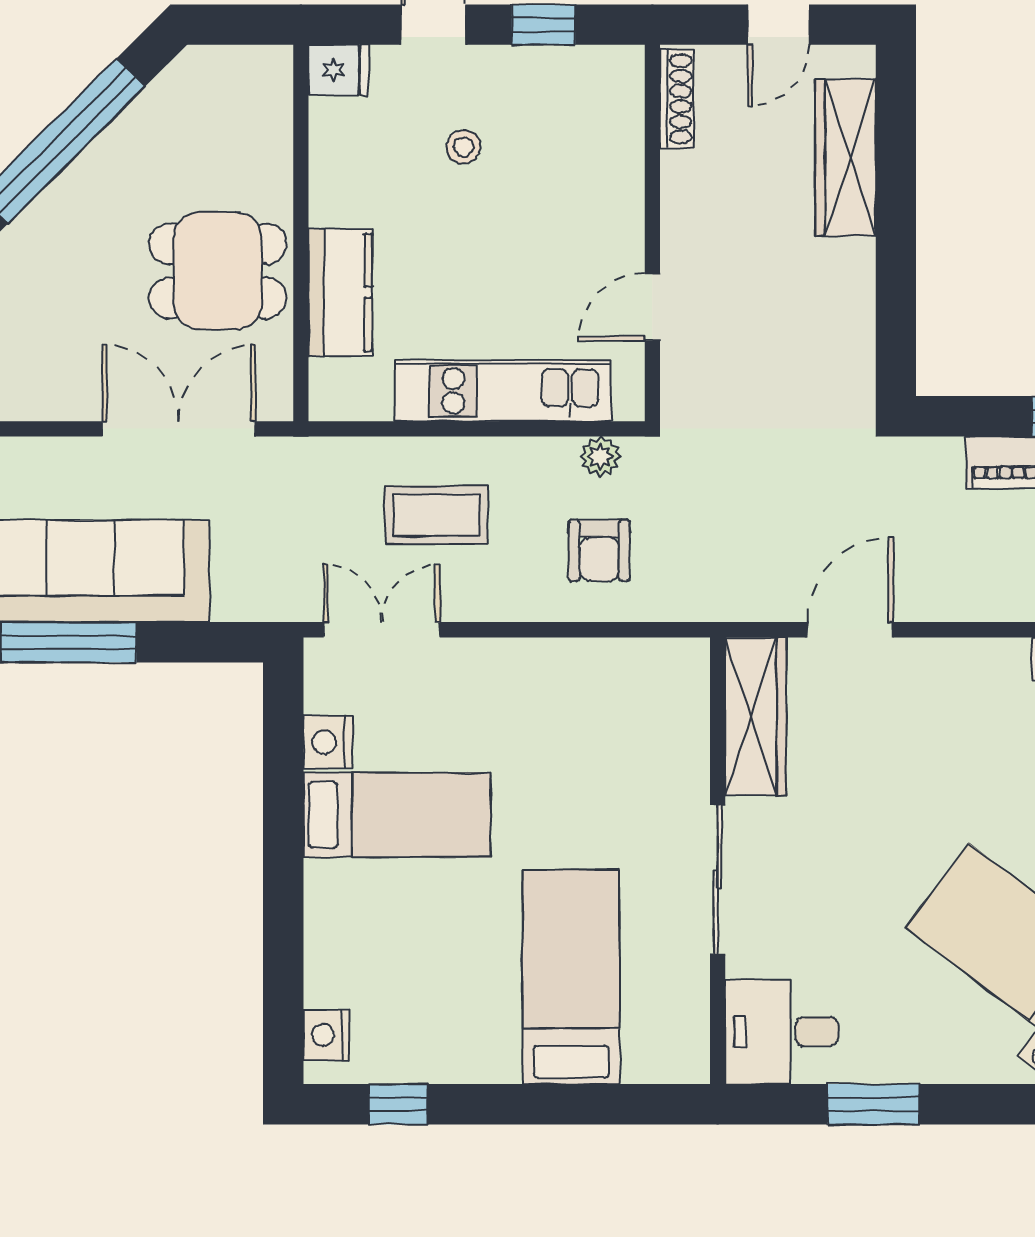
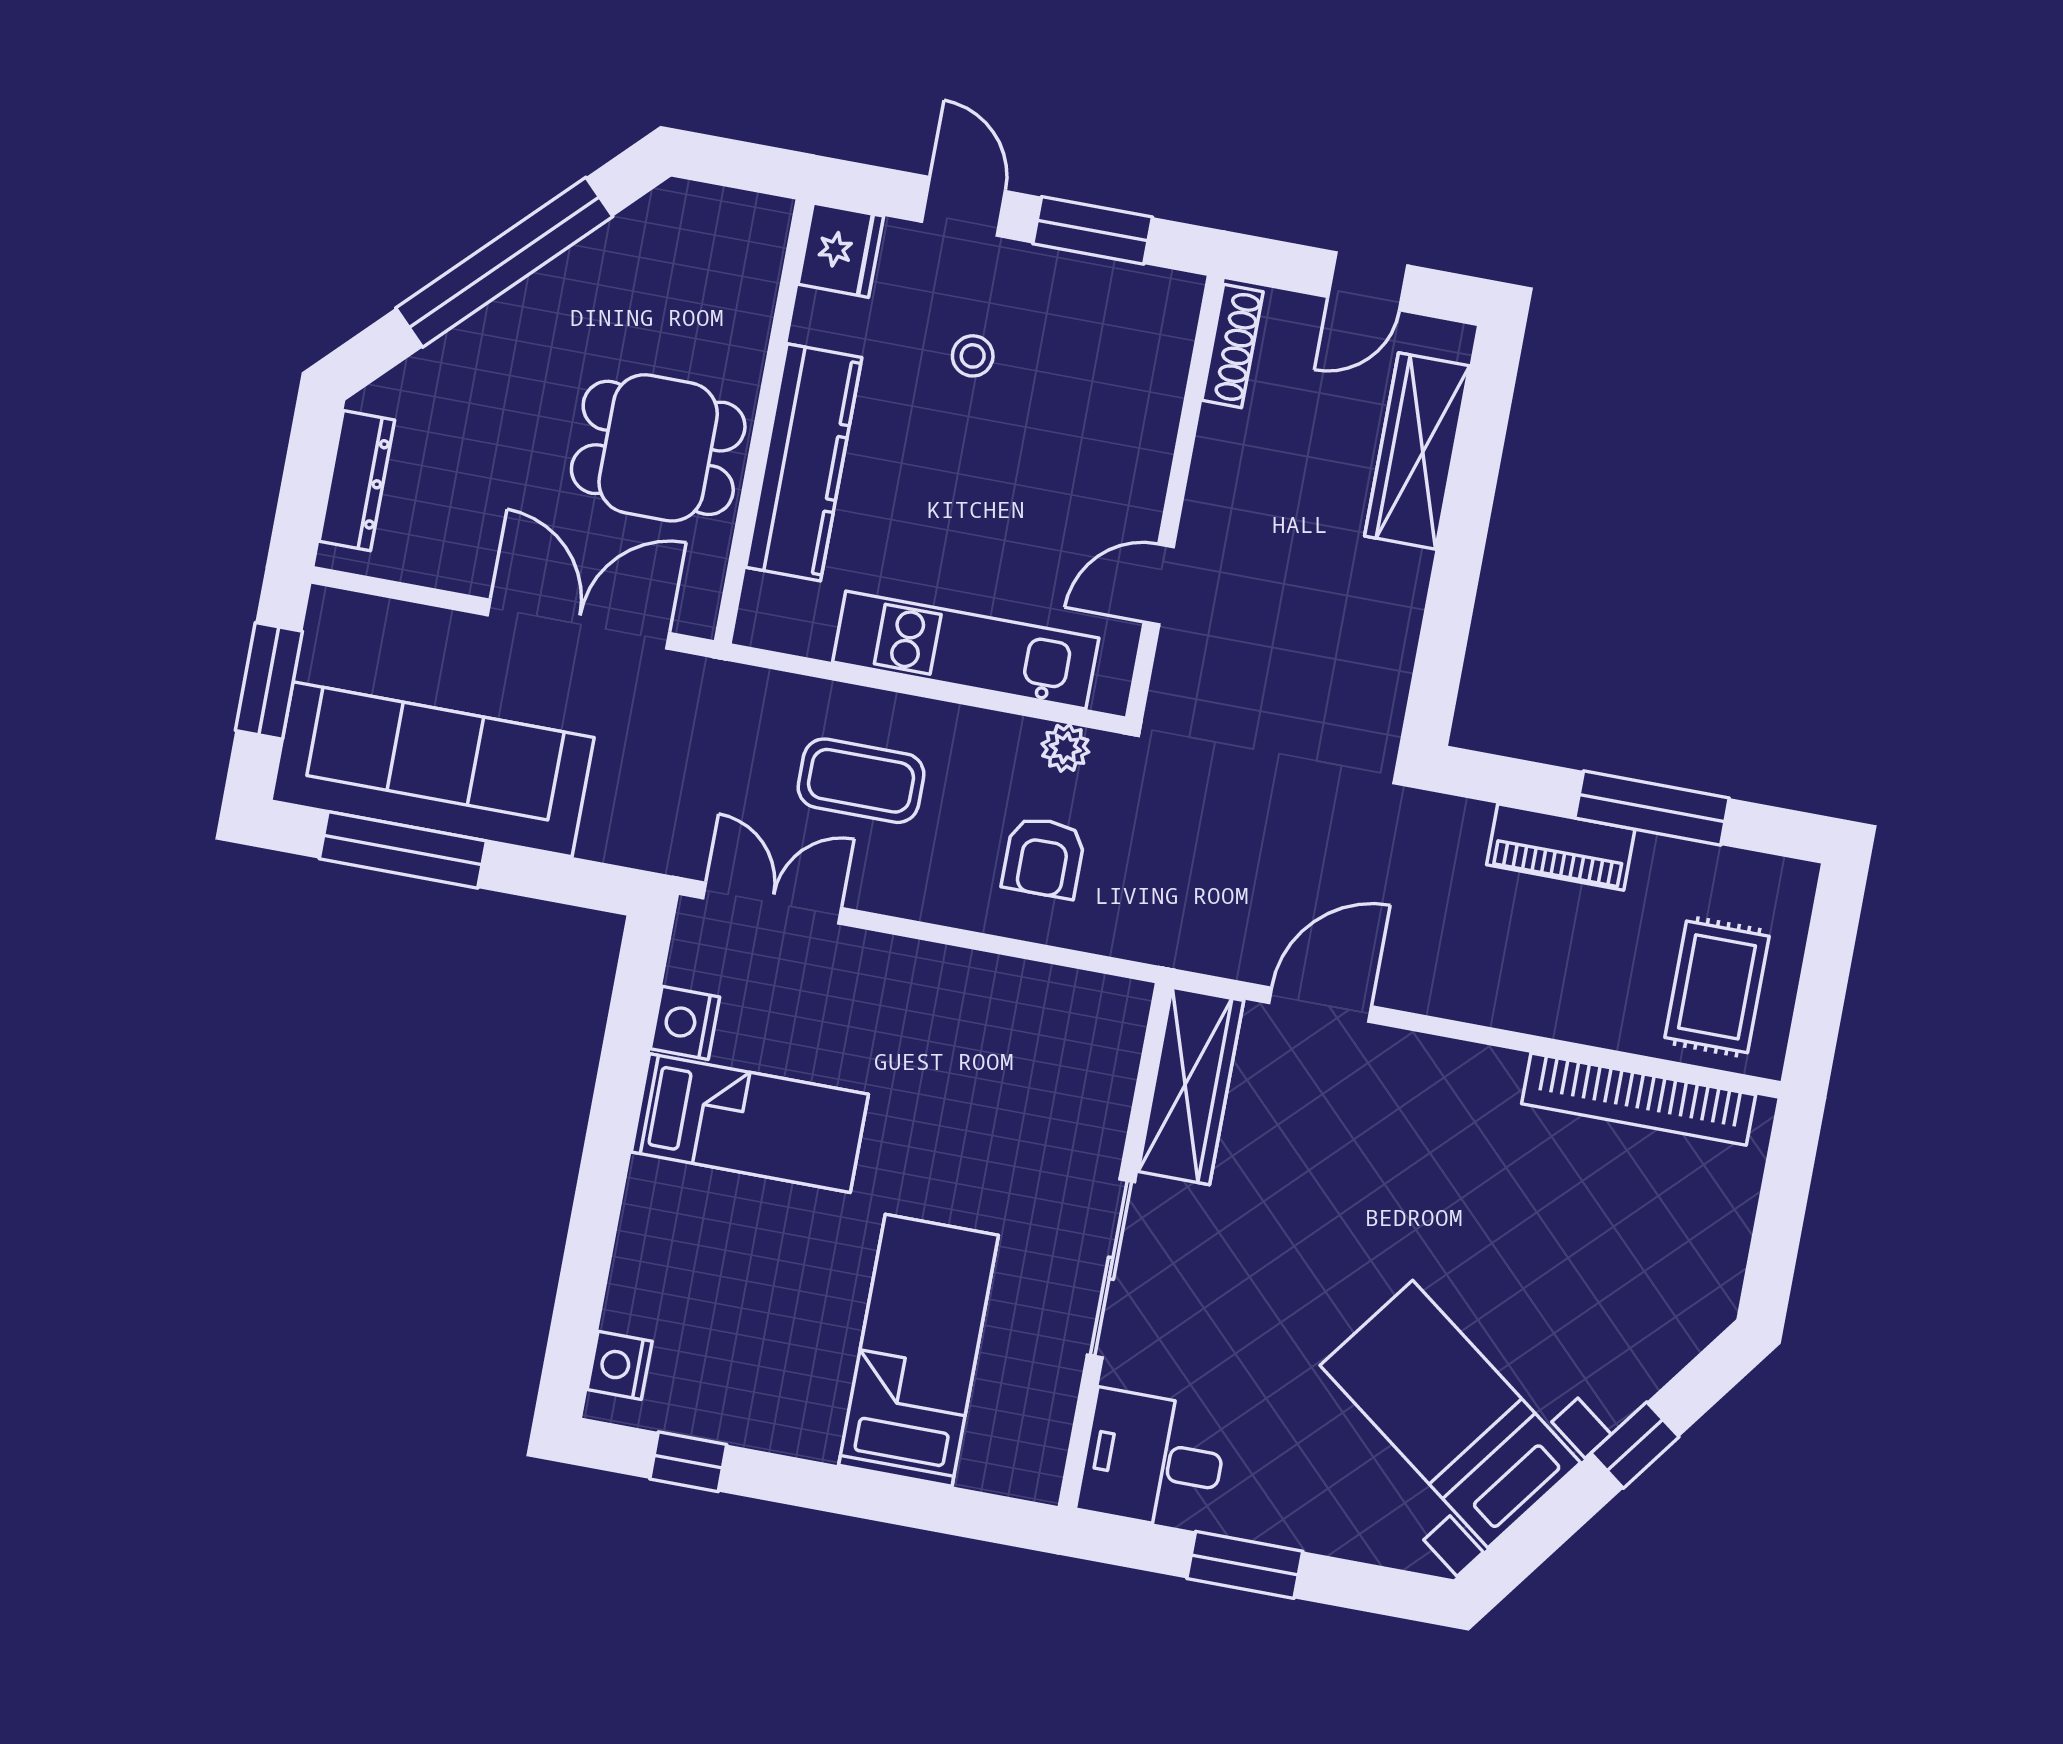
window: (543, 25) -> (1093, 230), width x1.50
fridge: (338, 70) -> (841, 250), width x1.38
kitchen counter: (340, 292) -> (804, 462), width x1.50

